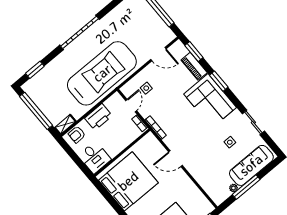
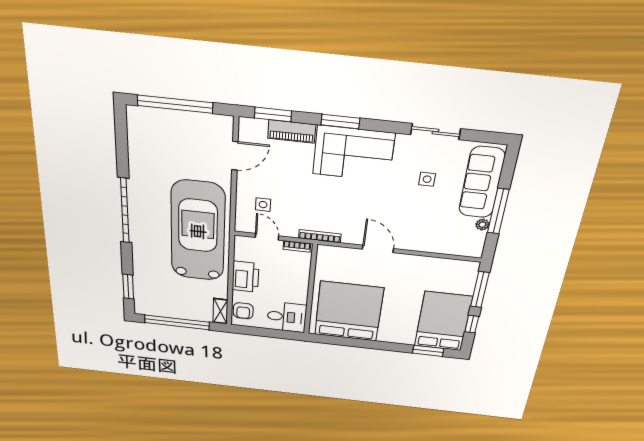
door: (176, 159) -> (378, 249), swing flipped

